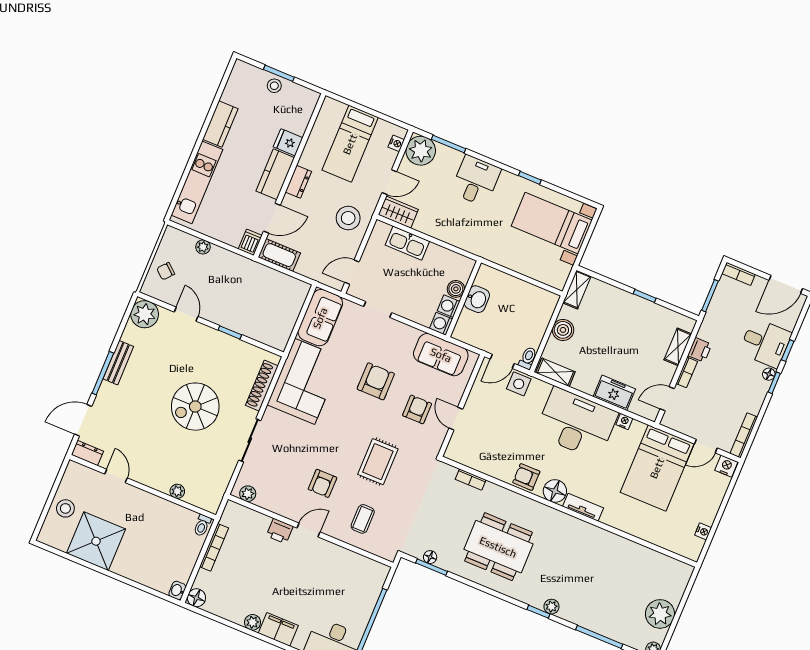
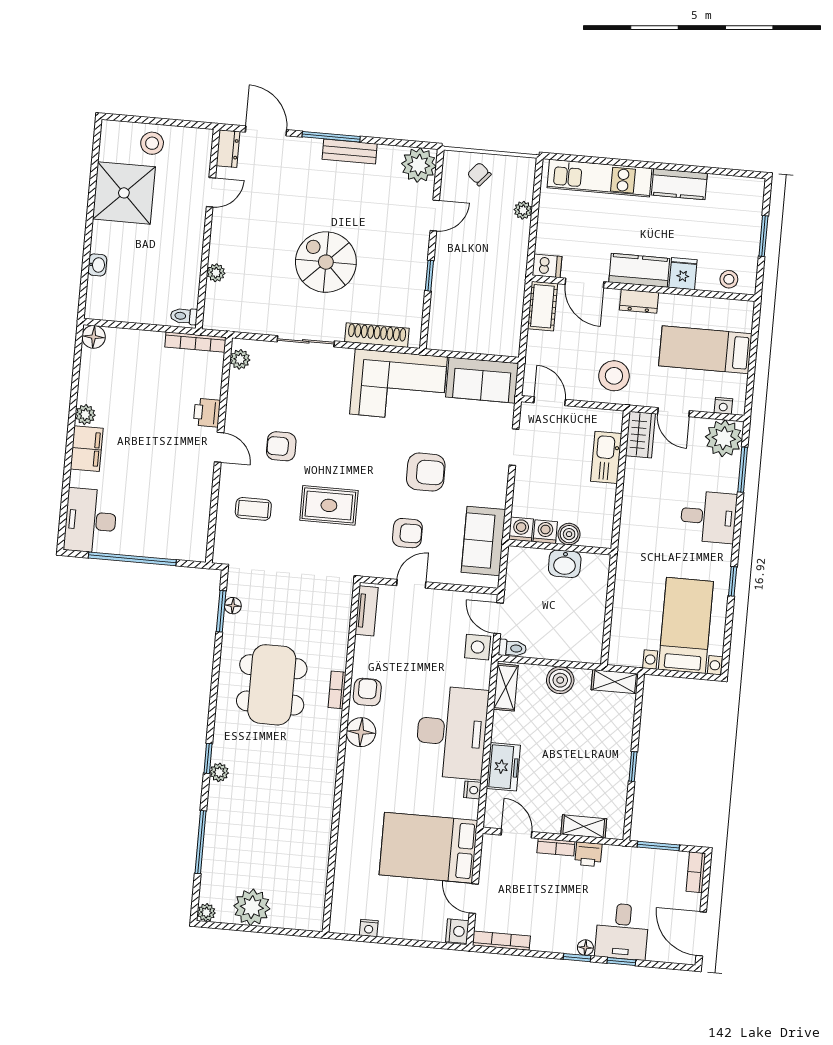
stool: (274, 86) -> (729, 279), moved
bookcase: (471, 479) -> (337, 690), moved
tv unit: (583, 507) -> (367, 611), moved
bookcase: (214, 547) -> (195, 342), moved
washbasin: (177, 590) -> (97, 265), moved, turned 90

